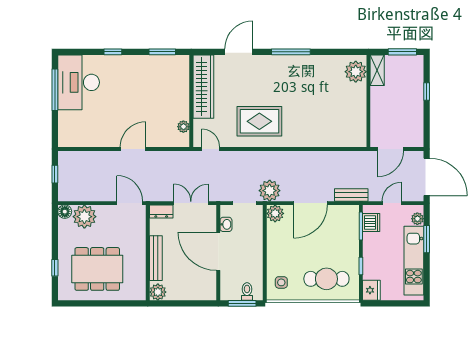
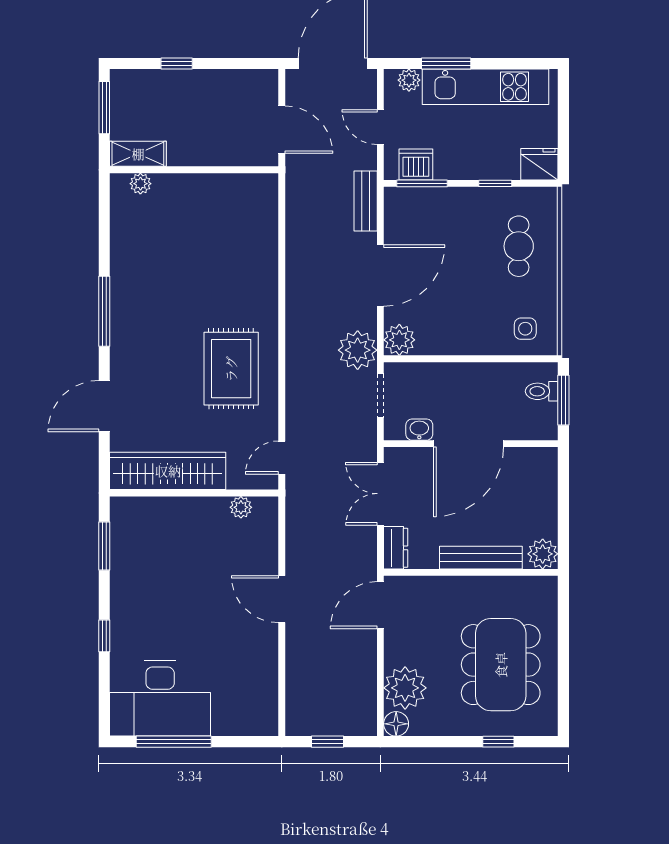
door: (239, 52) -> (104, 406), hinge flipped
plant: (356, 72) -> (140, 184), width x0.53, depth x0.53
door: (310, 203) -> (380, 275), hinge flipped
cafe table: (326, 279) -> (519, 246), width x0.73, depth x0.74

